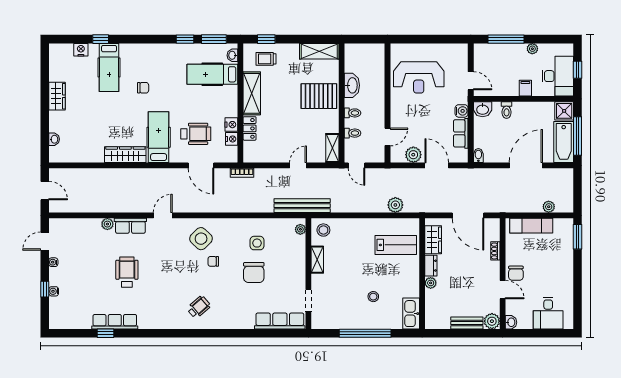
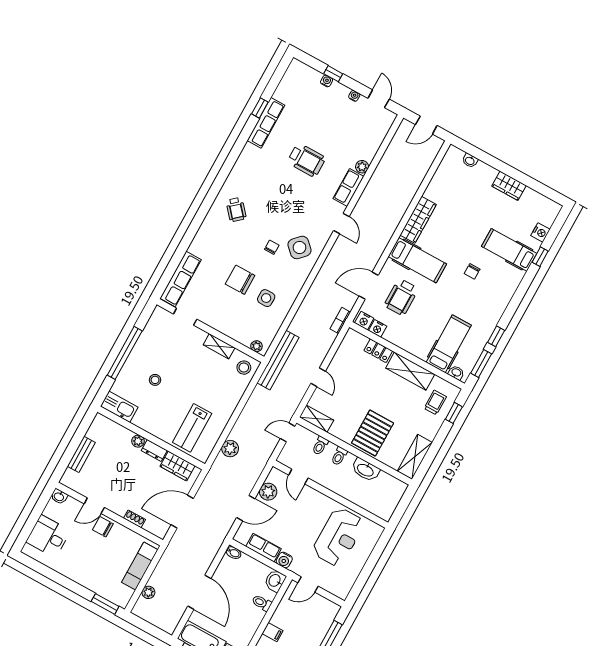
reception desk: (419, 77) -> (338, 537), turned 180
nightstand: (231, 125) -> (364, 321), moved
plant: (492, 321) -> (70, 479), removed

